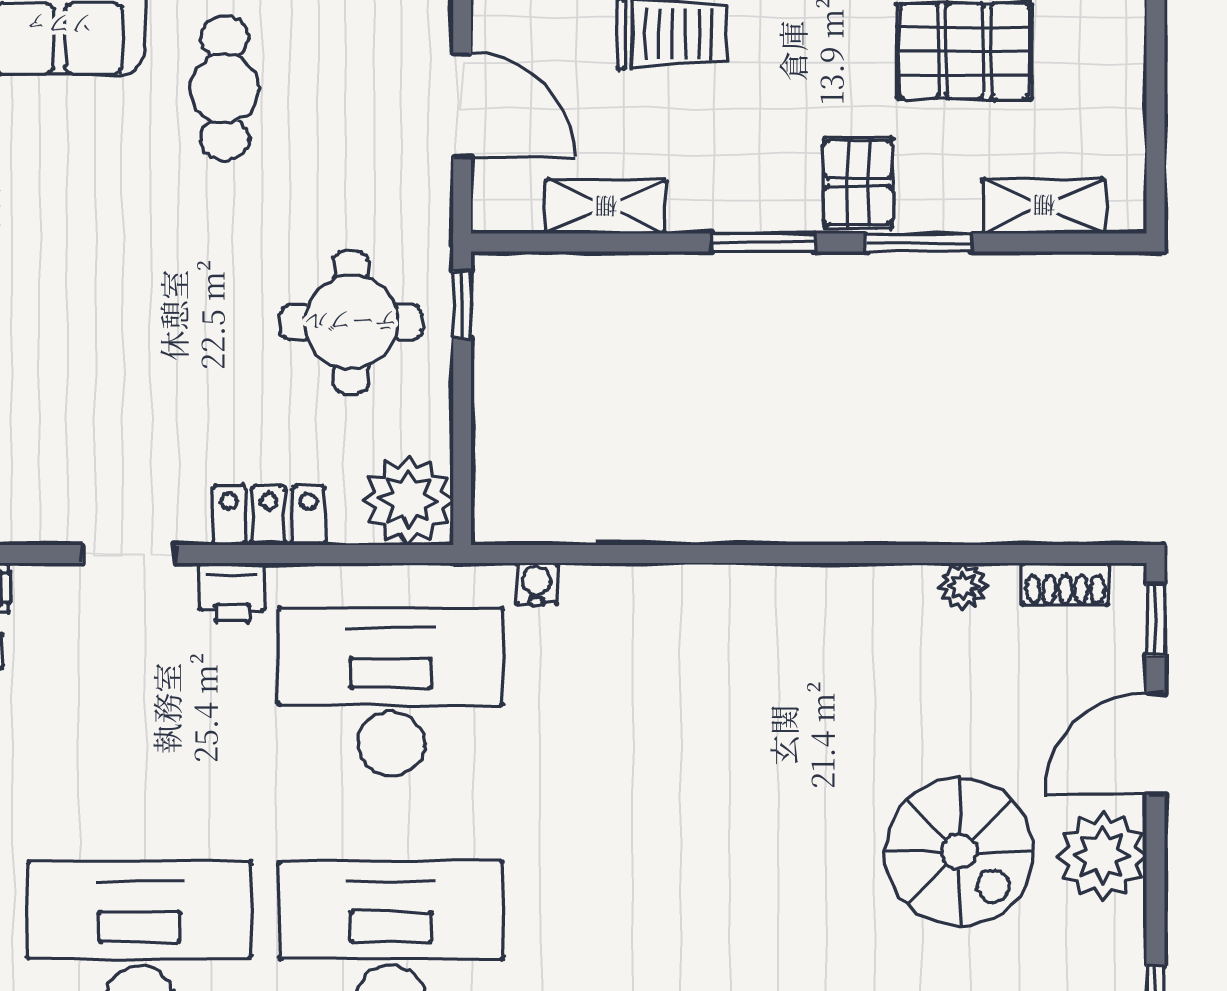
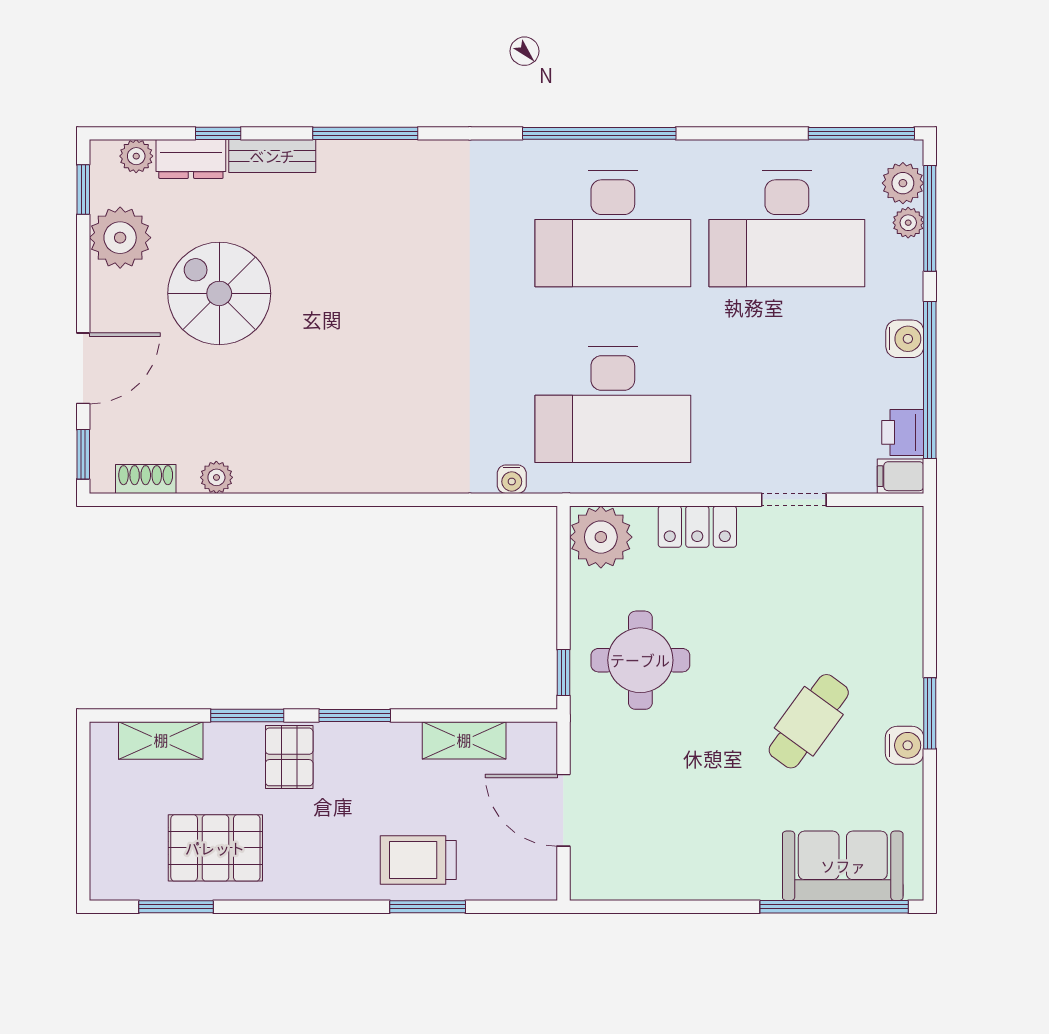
cafe table: (224, 88) -> (809, 721), moved, turned 36
printer: (232, 593) -> (723, 473), removed
plant: (1102, 856) -> (120, 238), moved

